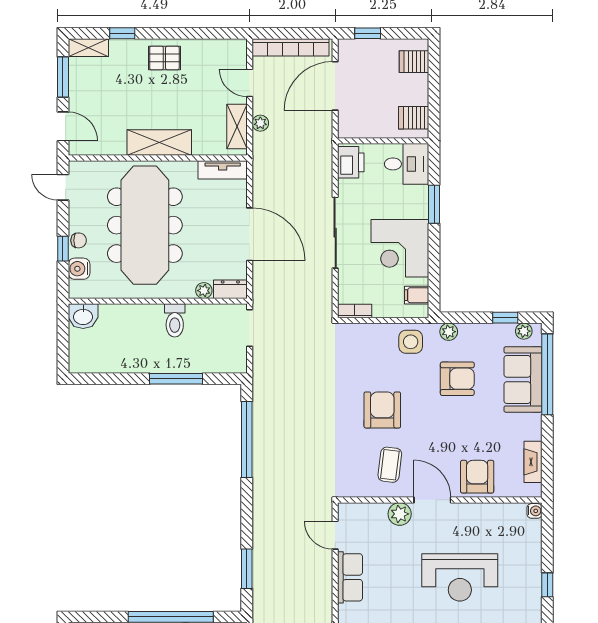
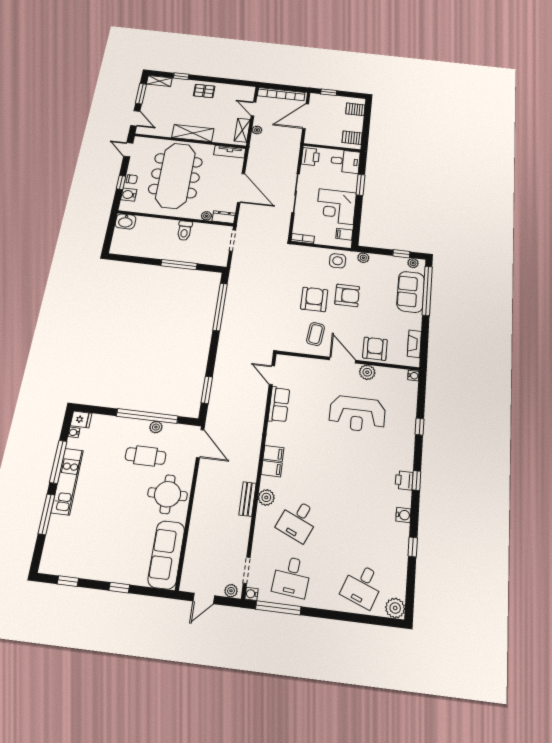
armchair: (457, 379) -> (347, 295), moved
plant: (400, 514) -> (367, 372), moved

